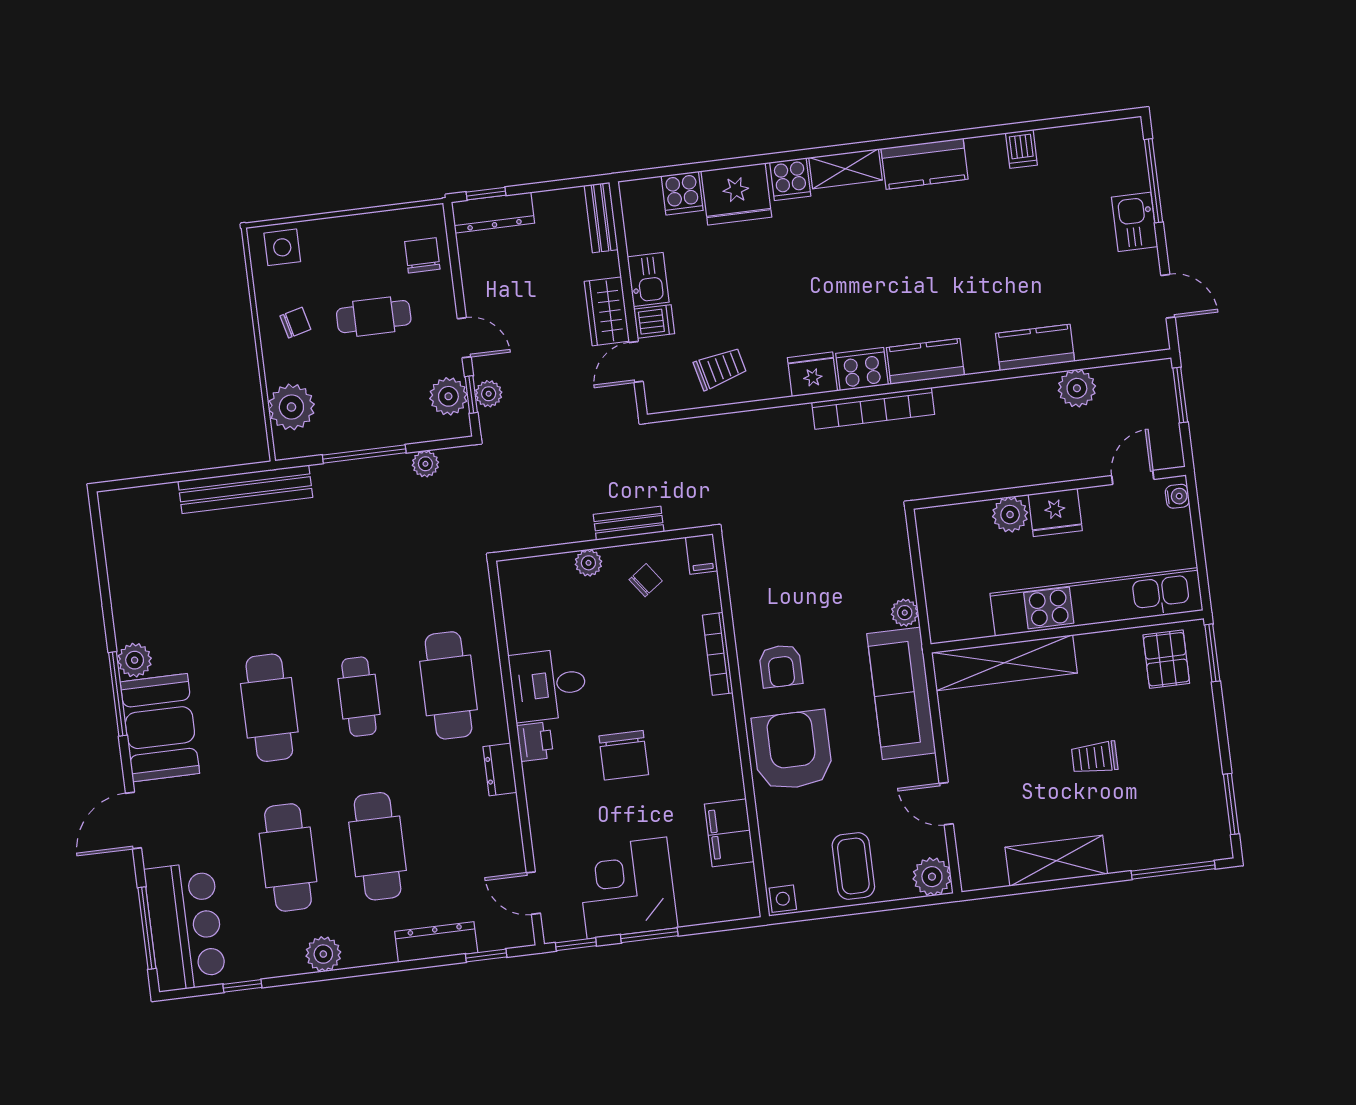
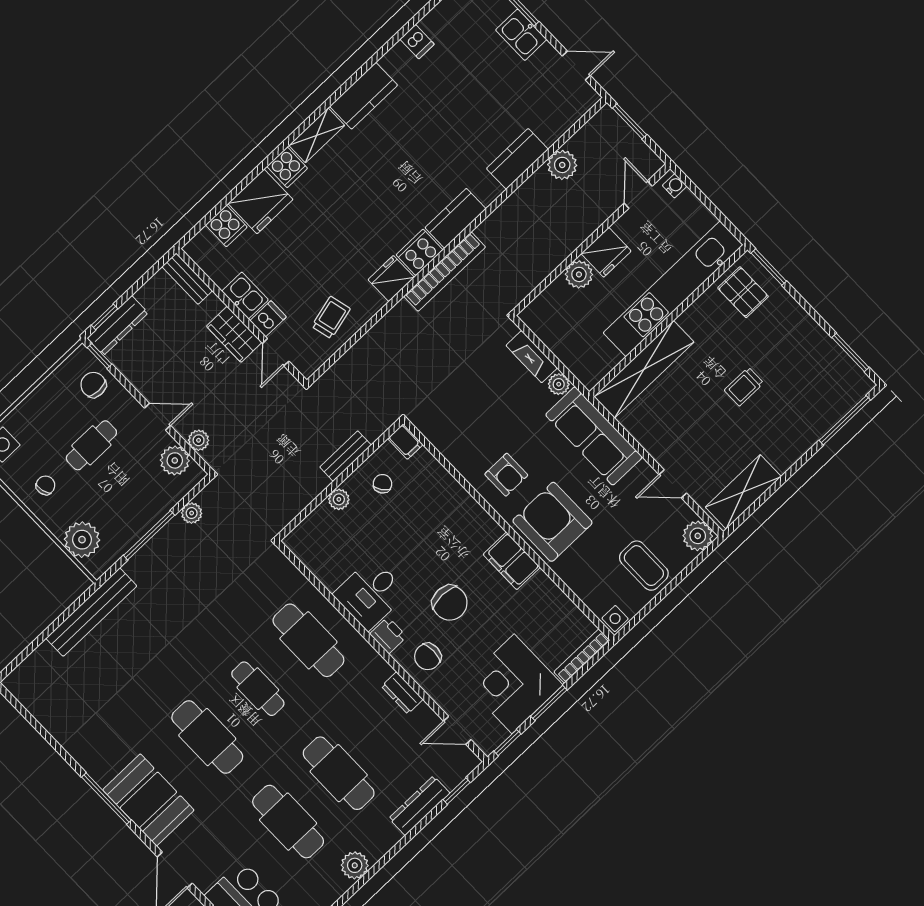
window: (471, 395) -> (99, 356), moved
fireplace: (898, 563) -> (532, 357), added
bookcase: (718, 654) -> (582, 656), moved, turned 90
plant: (135, 660) -> (101, 770), removed
dresser: (500, 769) -> (402, 693), moved
chair: (560, 794) -> (428, 657), added
filing cabinet: (729, 833) -> (512, 561), moved
shelving: (1056, 861) -> (743, 492), moved

